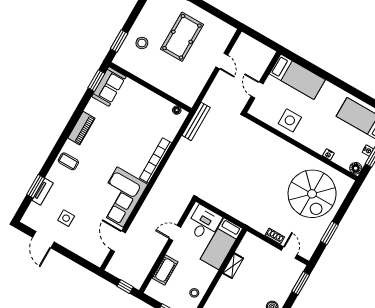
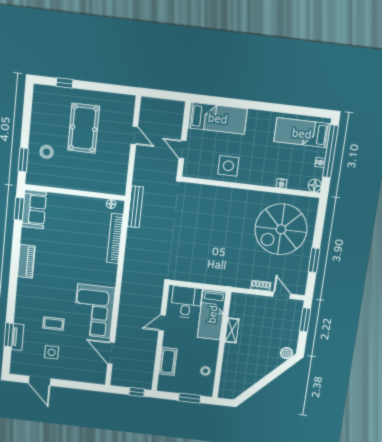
coffee table: (68, 161) -> (53, 324), moved
bookcase: (156, 161) -> (115, 238), moved
spiral stairs: (312, 194) -> (281, 229), turned 90

